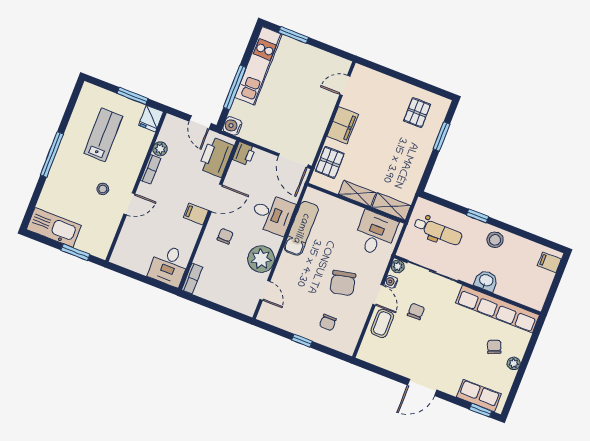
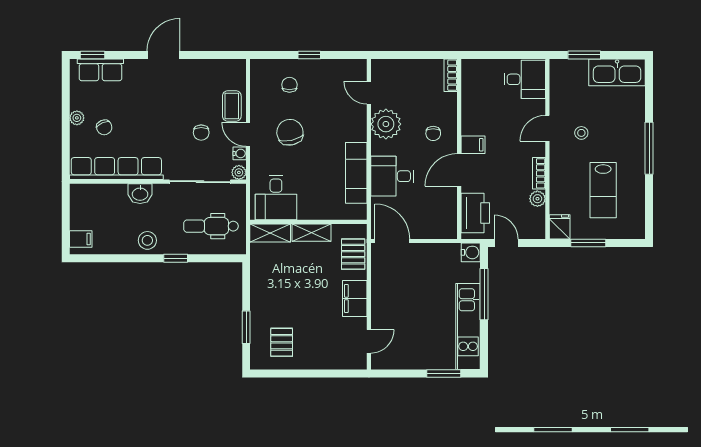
printer: (244, 154) -> (447, 228), removed
desk: (169, 265) -> (525, 79), moved, turned 90

